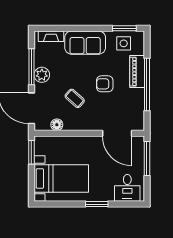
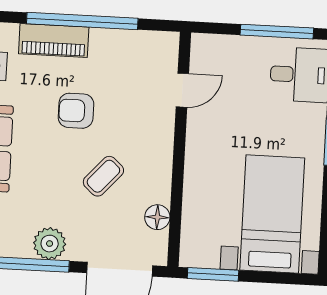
armchair: (105, 84) -> (76, 111), turned 90
door: (117, 133) -> (182, 90), width x0.53
window: (147, 158) -> (277, 32), moved

